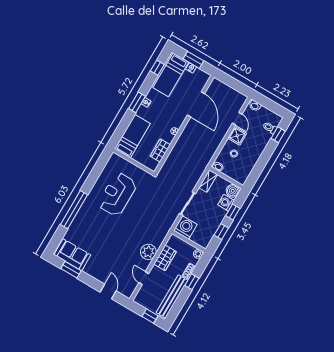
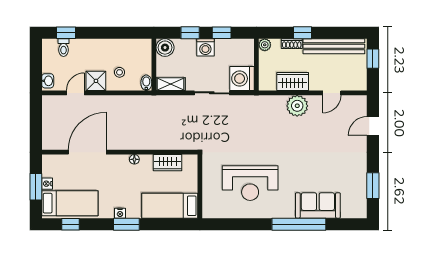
washing machine: (226, 203) -> (205, 47), moved
sofa: (72, 255) -> (318, 205), moved, turned 90

